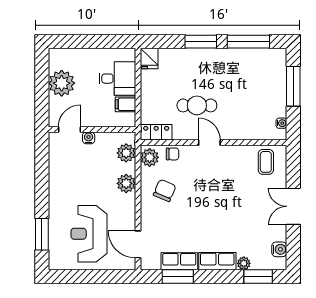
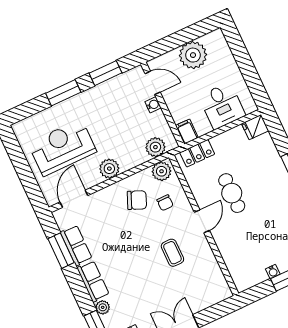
filing cabinet: (126, 104) -> (187, 132), moved
water cooler: (281, 123) -> (273, 272), moved
locker: (156, 132) -> (197, 153), moved, turned 90
chair: (173, 154) -> (165, 203), moved
coffee table: (266, 162) -> (172, 253), moved, turned 90
window: (42, 166) -> (106, 73), added
plant: (126, 183) -> (109, 169), moved
window: (42, 234) -> (63, 93), moved

